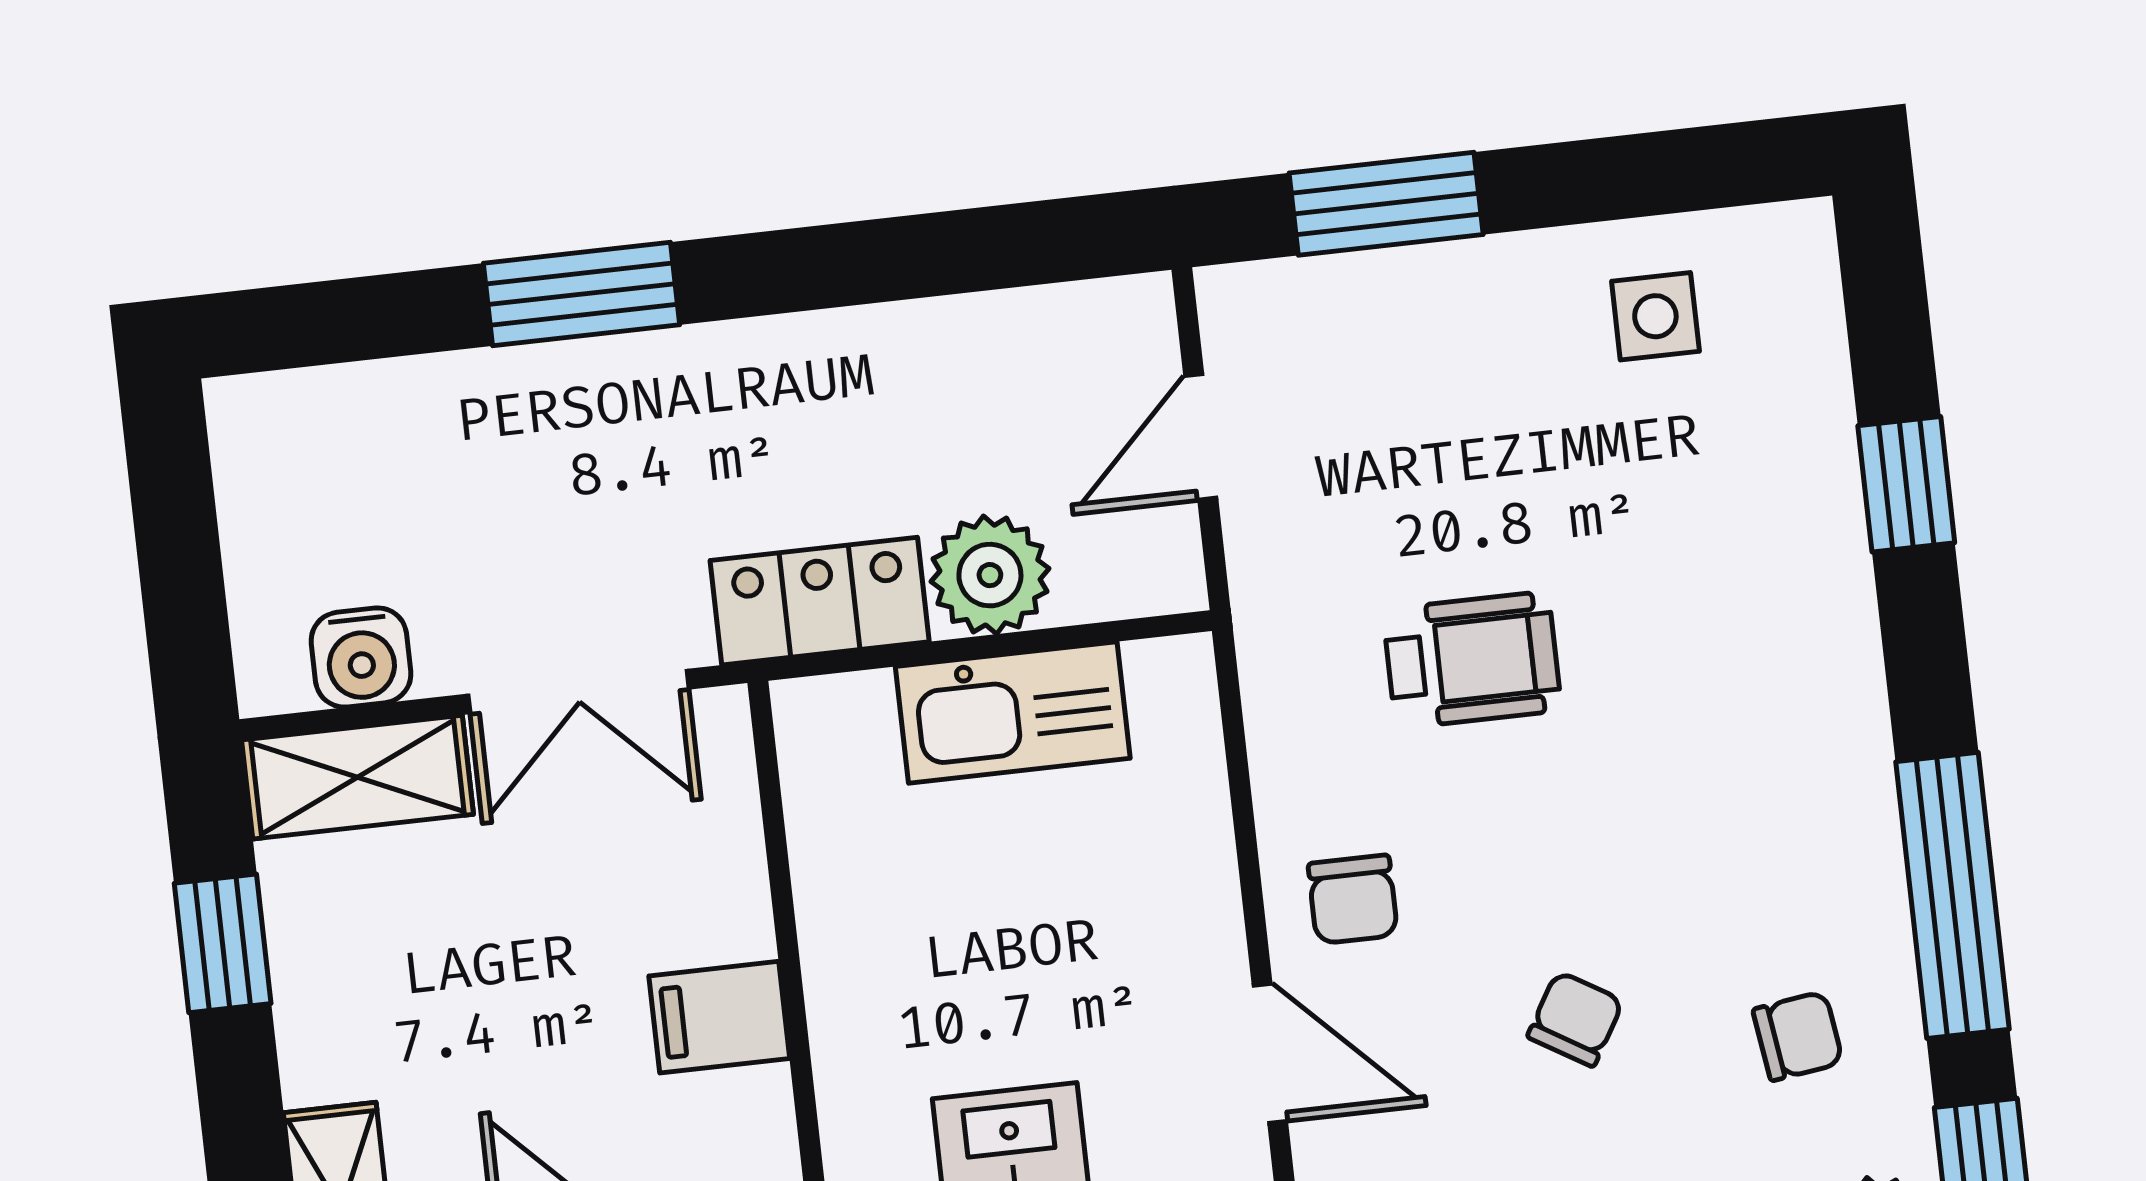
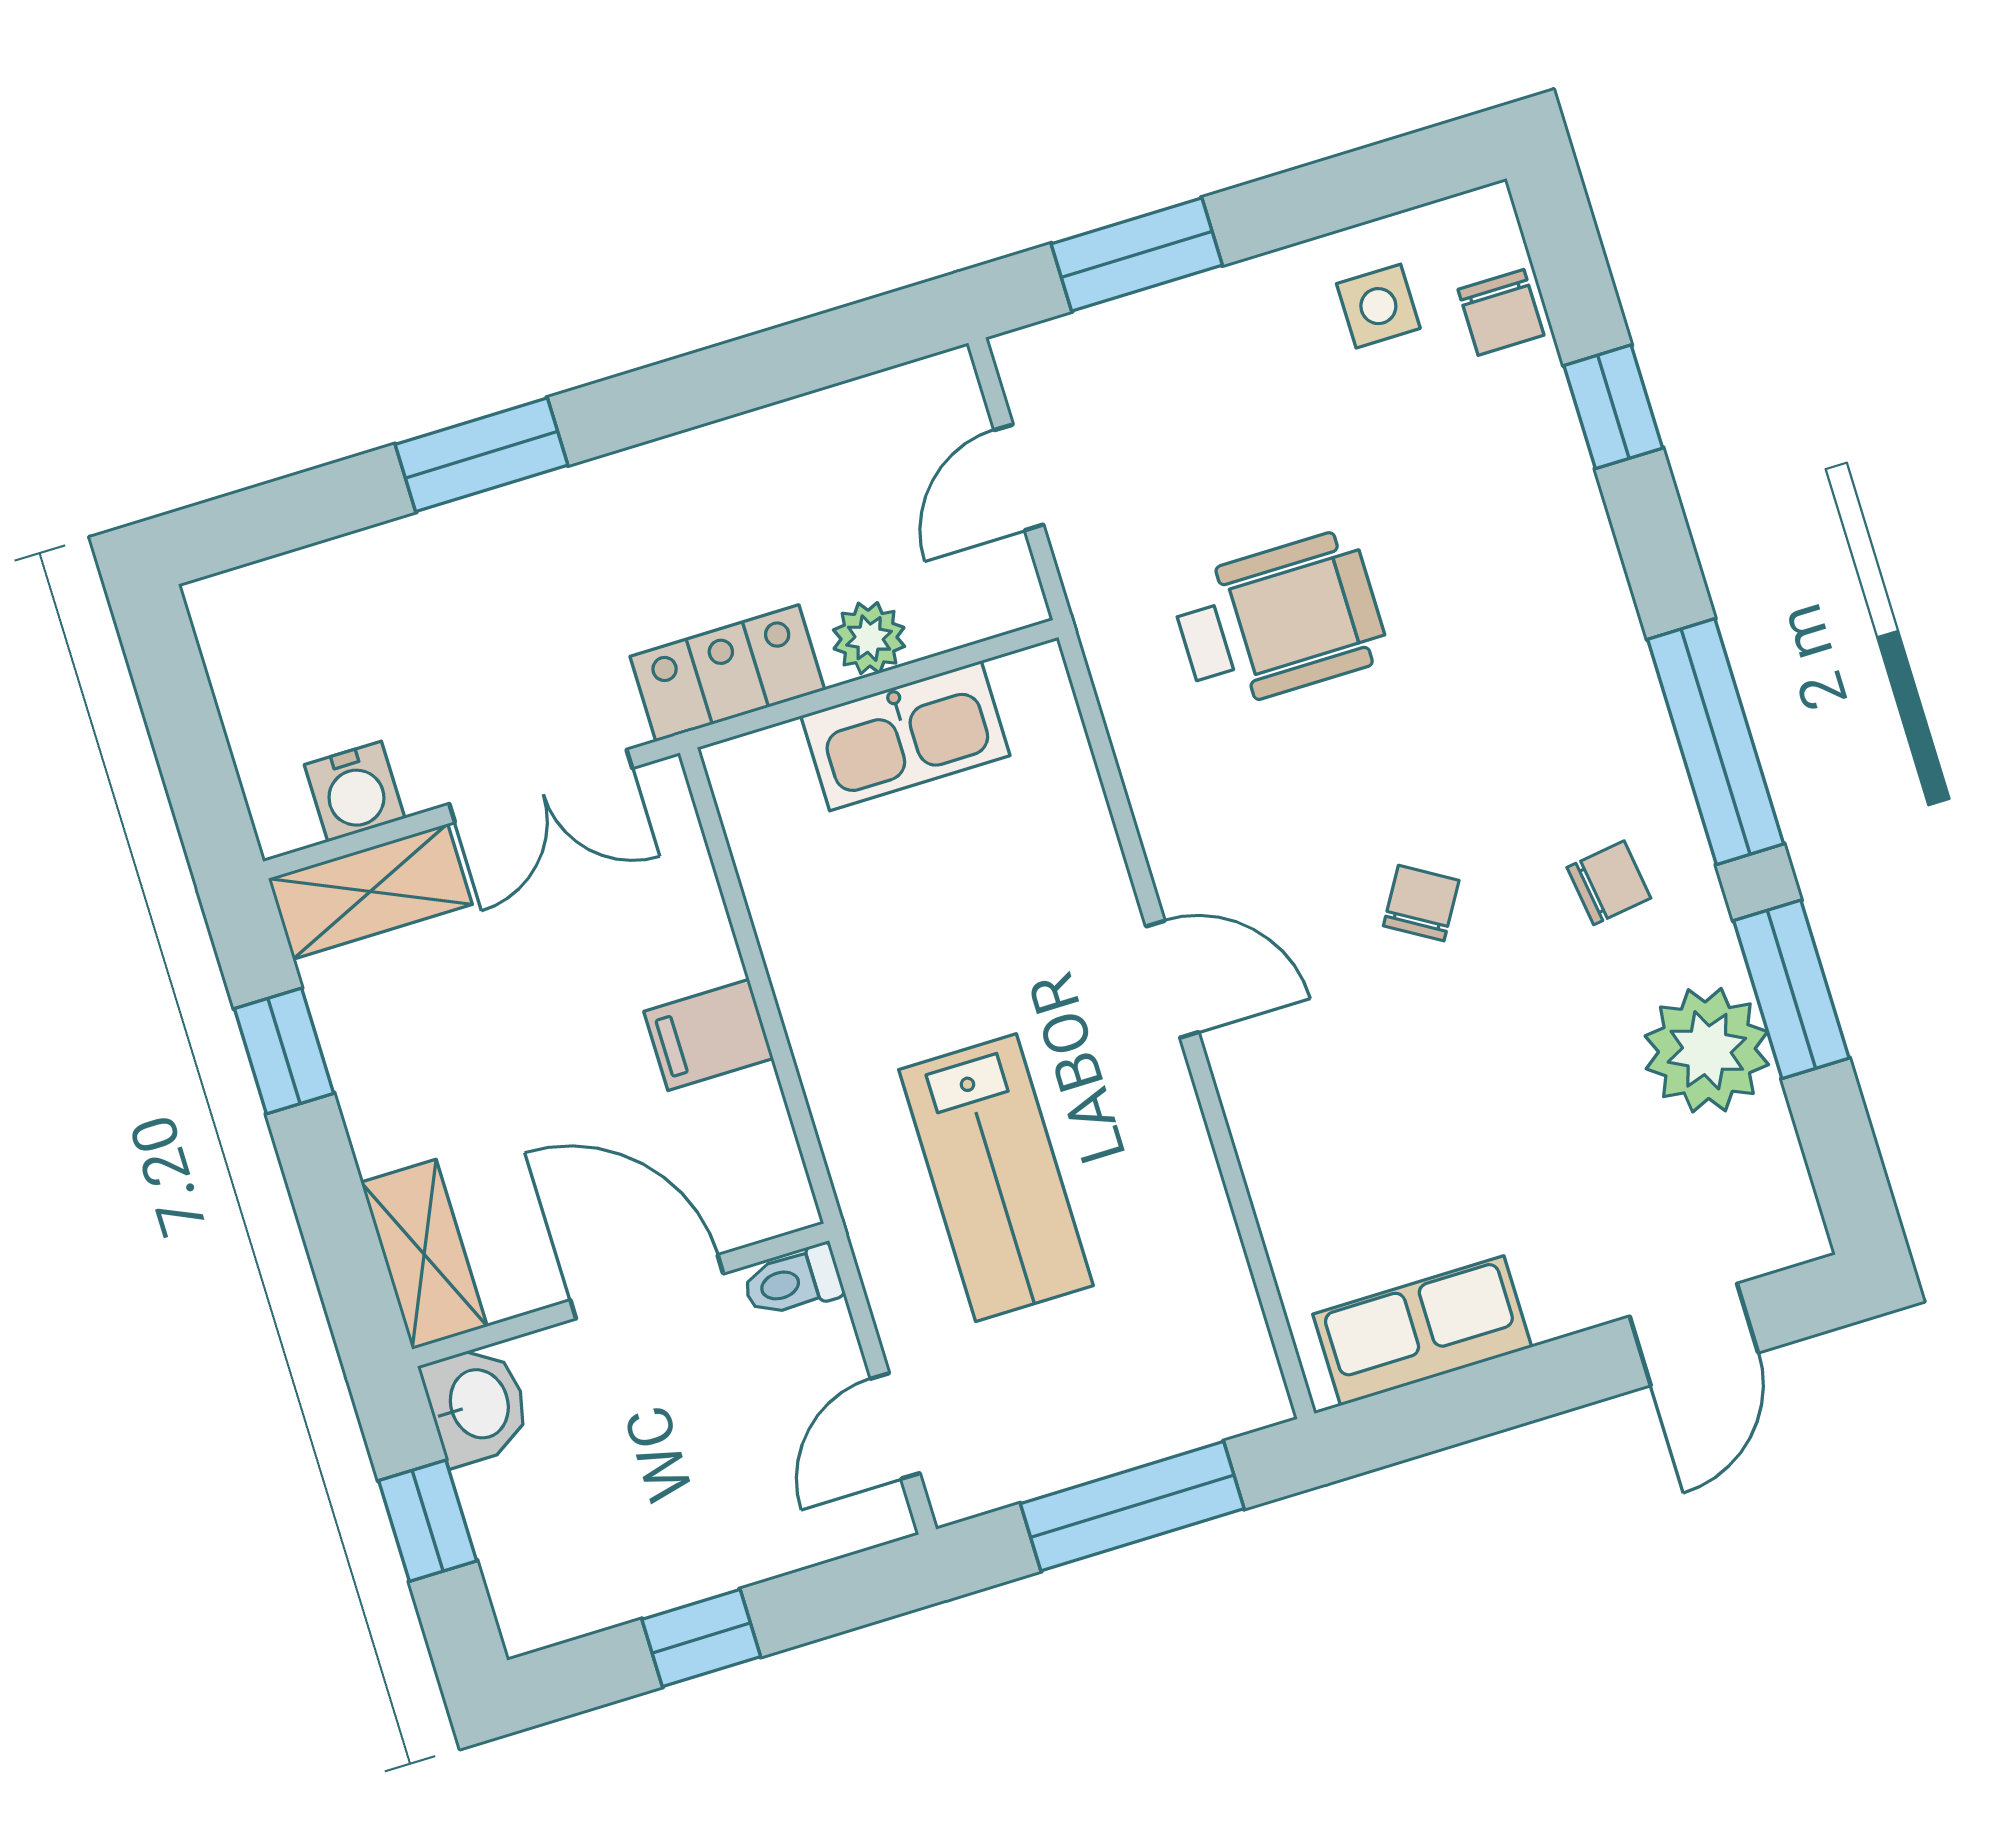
plant: (990, 575) -> (869, 638), width x0.73, depth x0.73
wheelchair: (1472, 660) -> (1279, 621), width x1.36, depth x1.37
chair: (1353, 899) -> (1501, 312), moved

